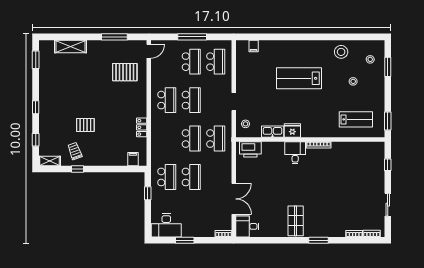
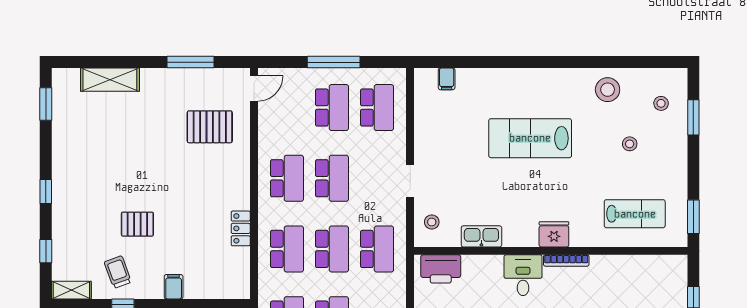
fridge: (292, 131) -> (554, 234), moved
school desk: (167, 139) -> (287, 249), added
filing cabinet: (133, 159) -> (174, 287), moved

